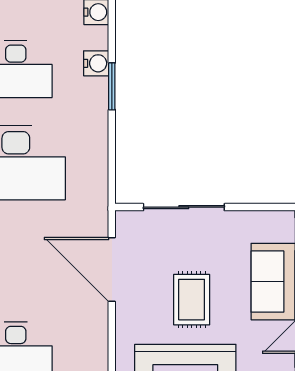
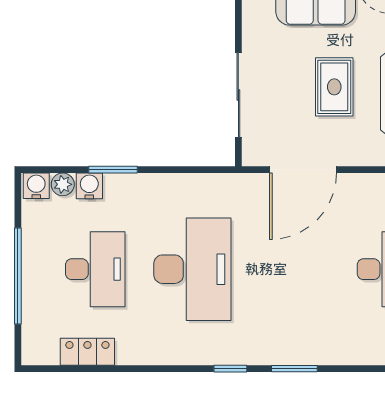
plant: (98, 38) -> (63, 184), added
rug: (192, 300) -> (334, 87), turned 90

